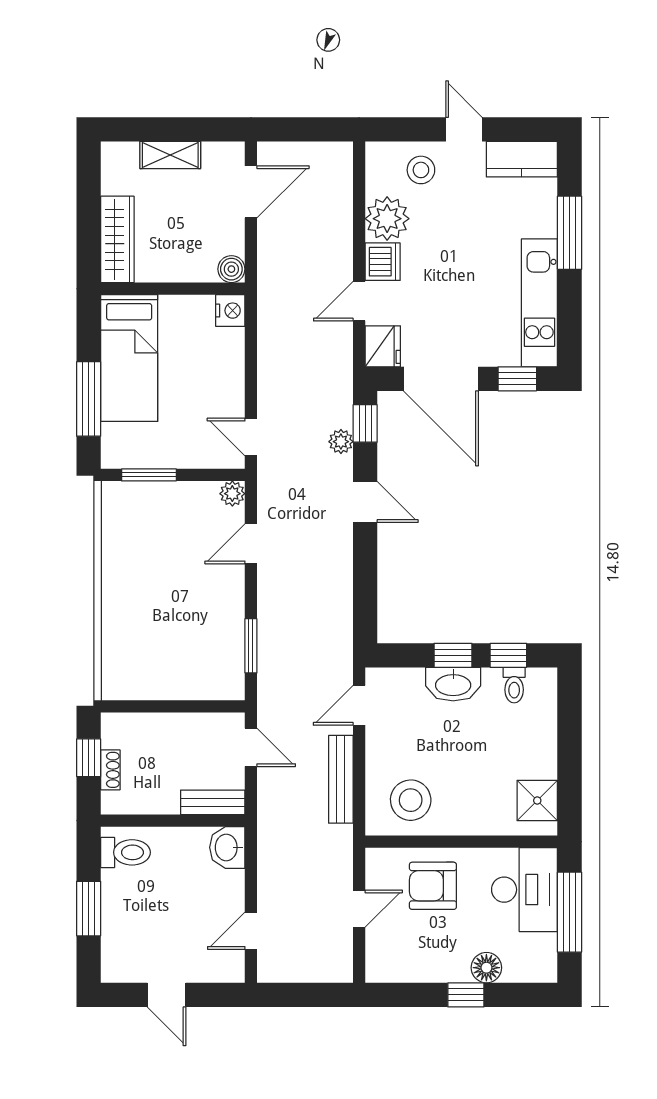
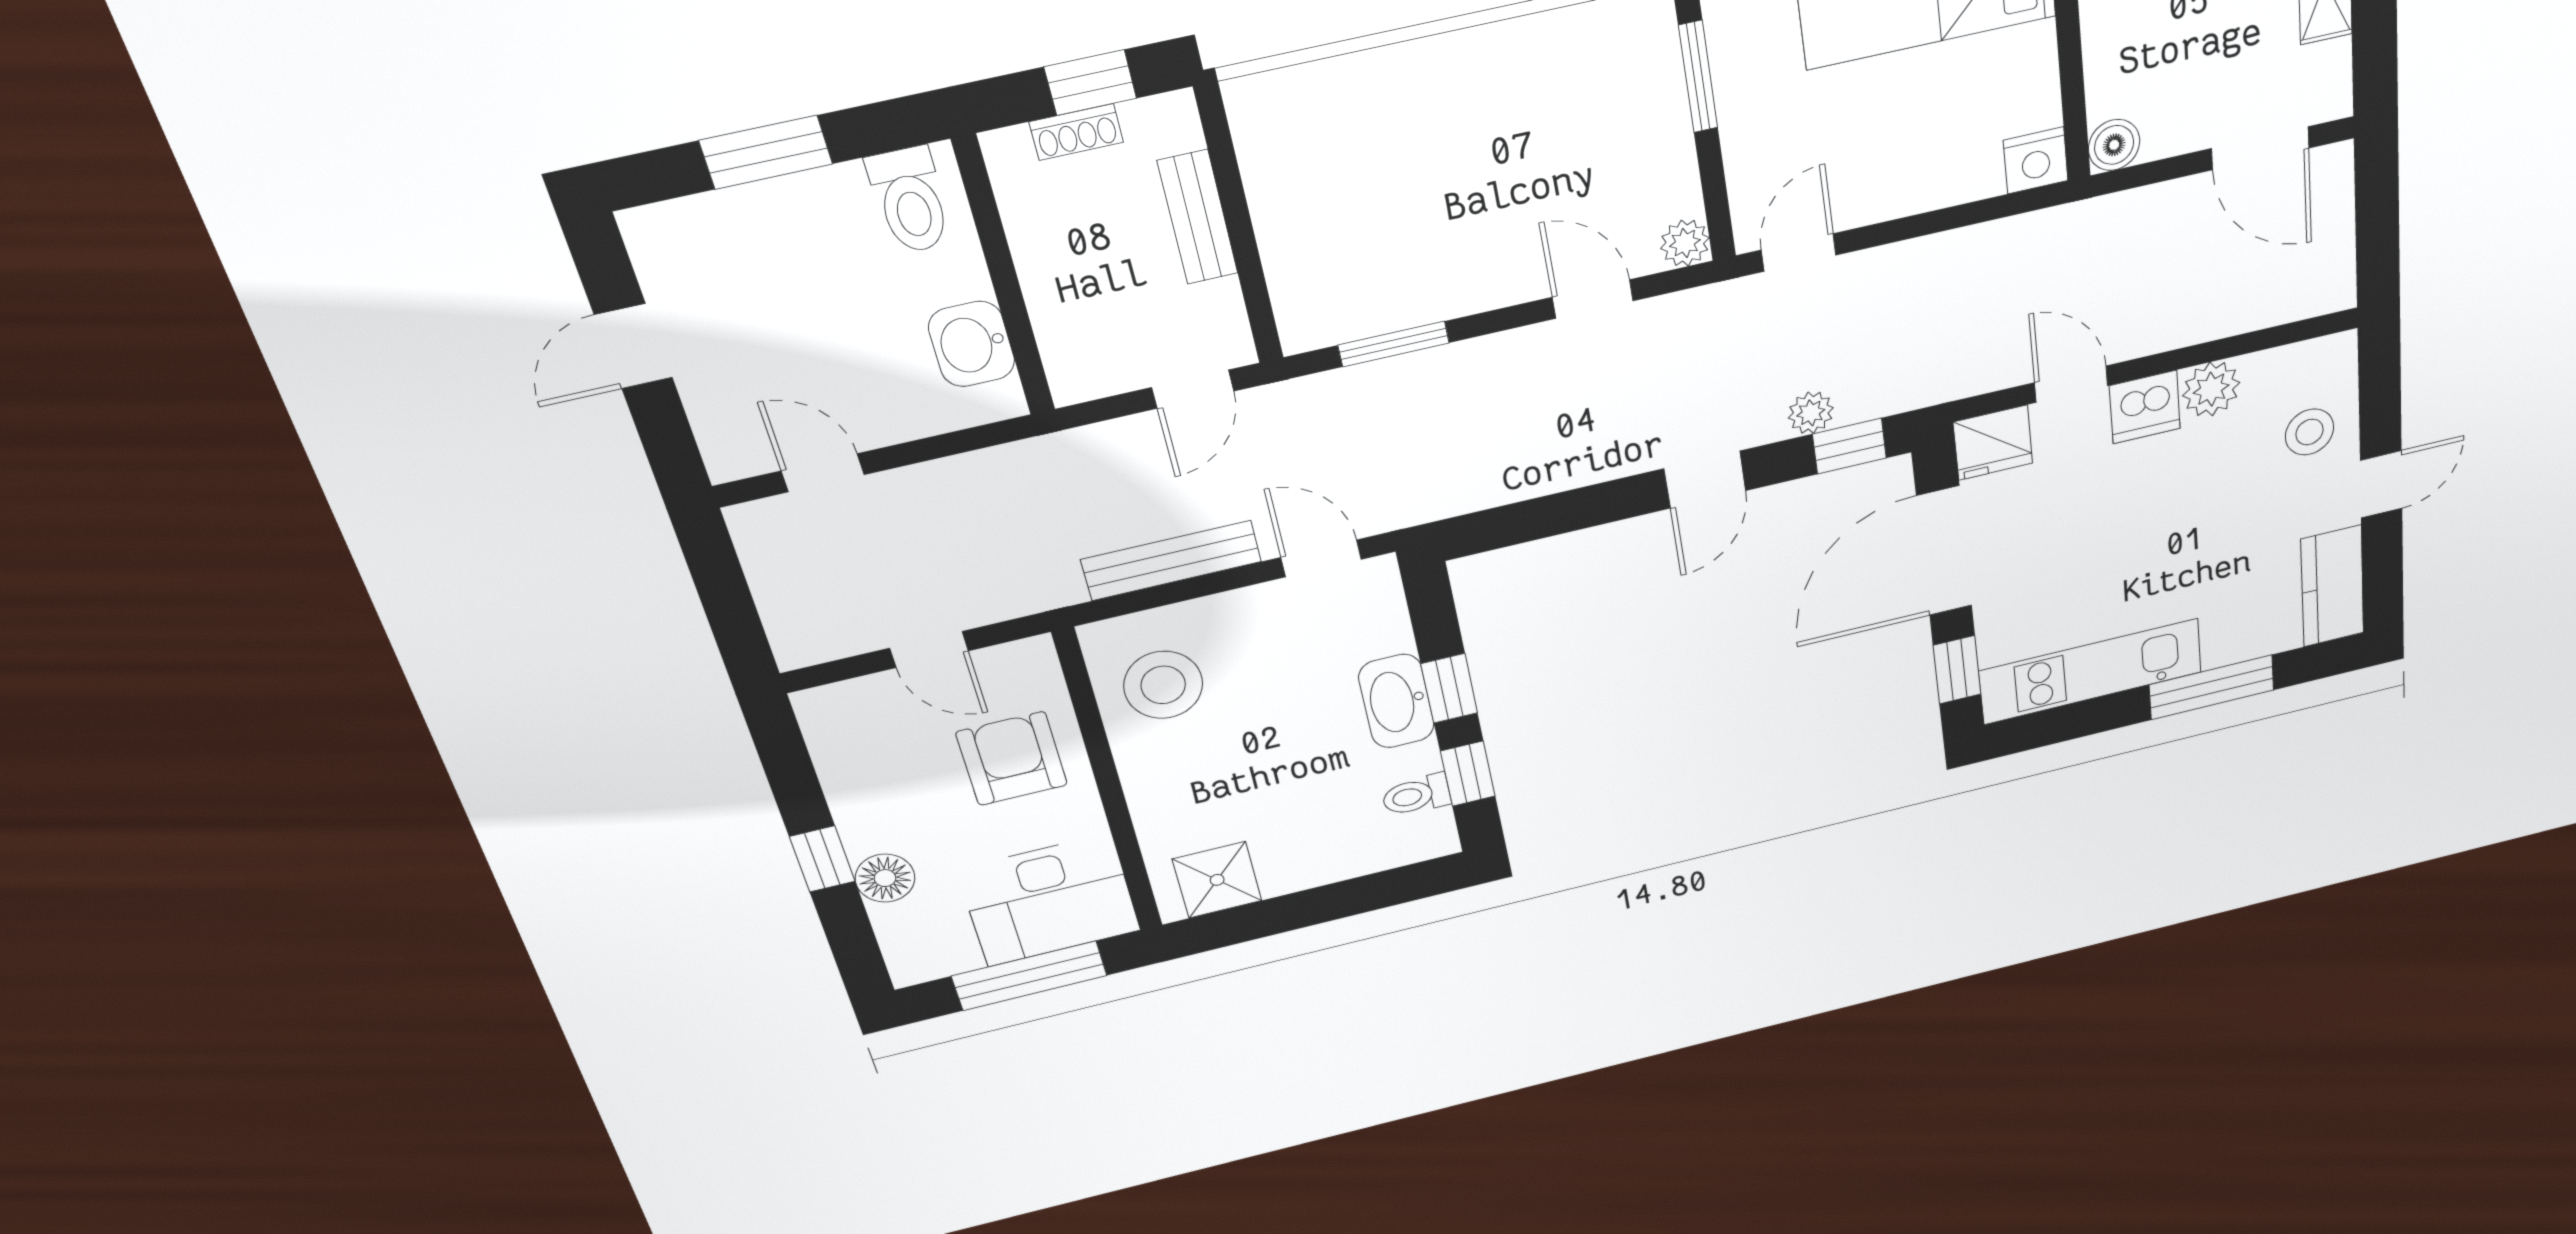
plant: (387, 219) -> (2211, 389), width x0.73, depth x0.73
bench: (213, 802) -> (1198, 217), moved
washbasin: (227, 847) -> (972, 344), moved, turned -90

